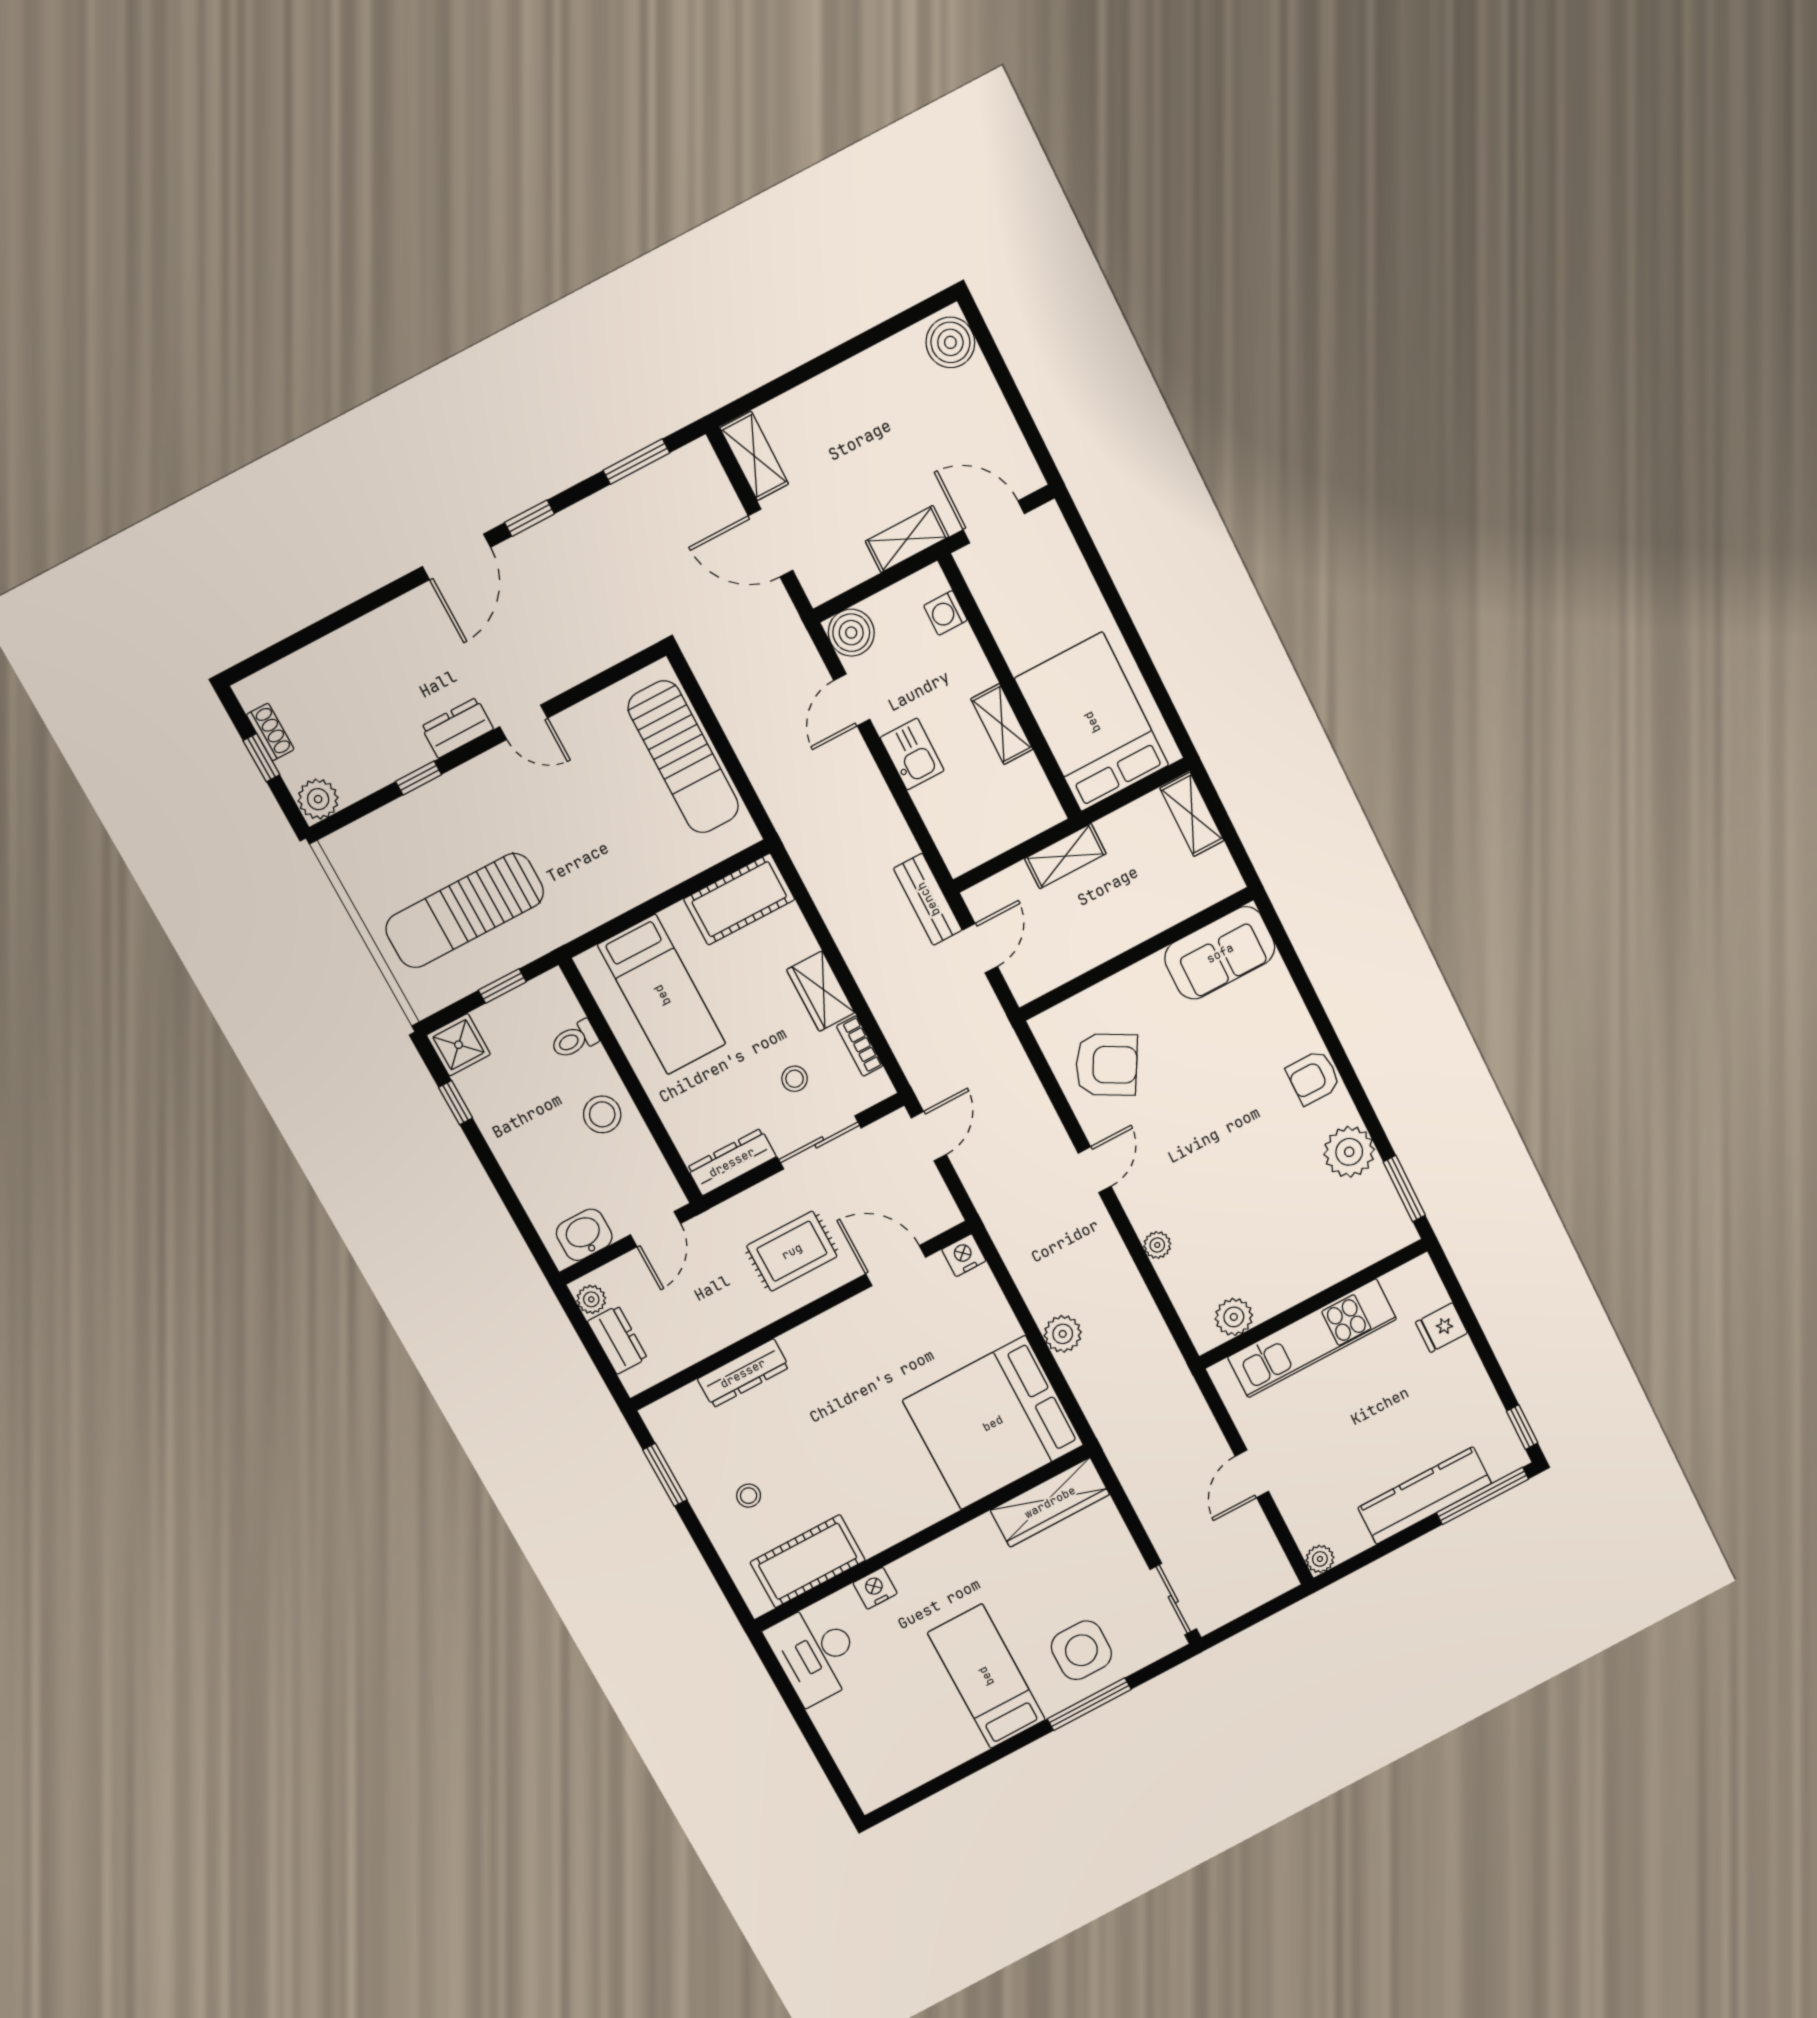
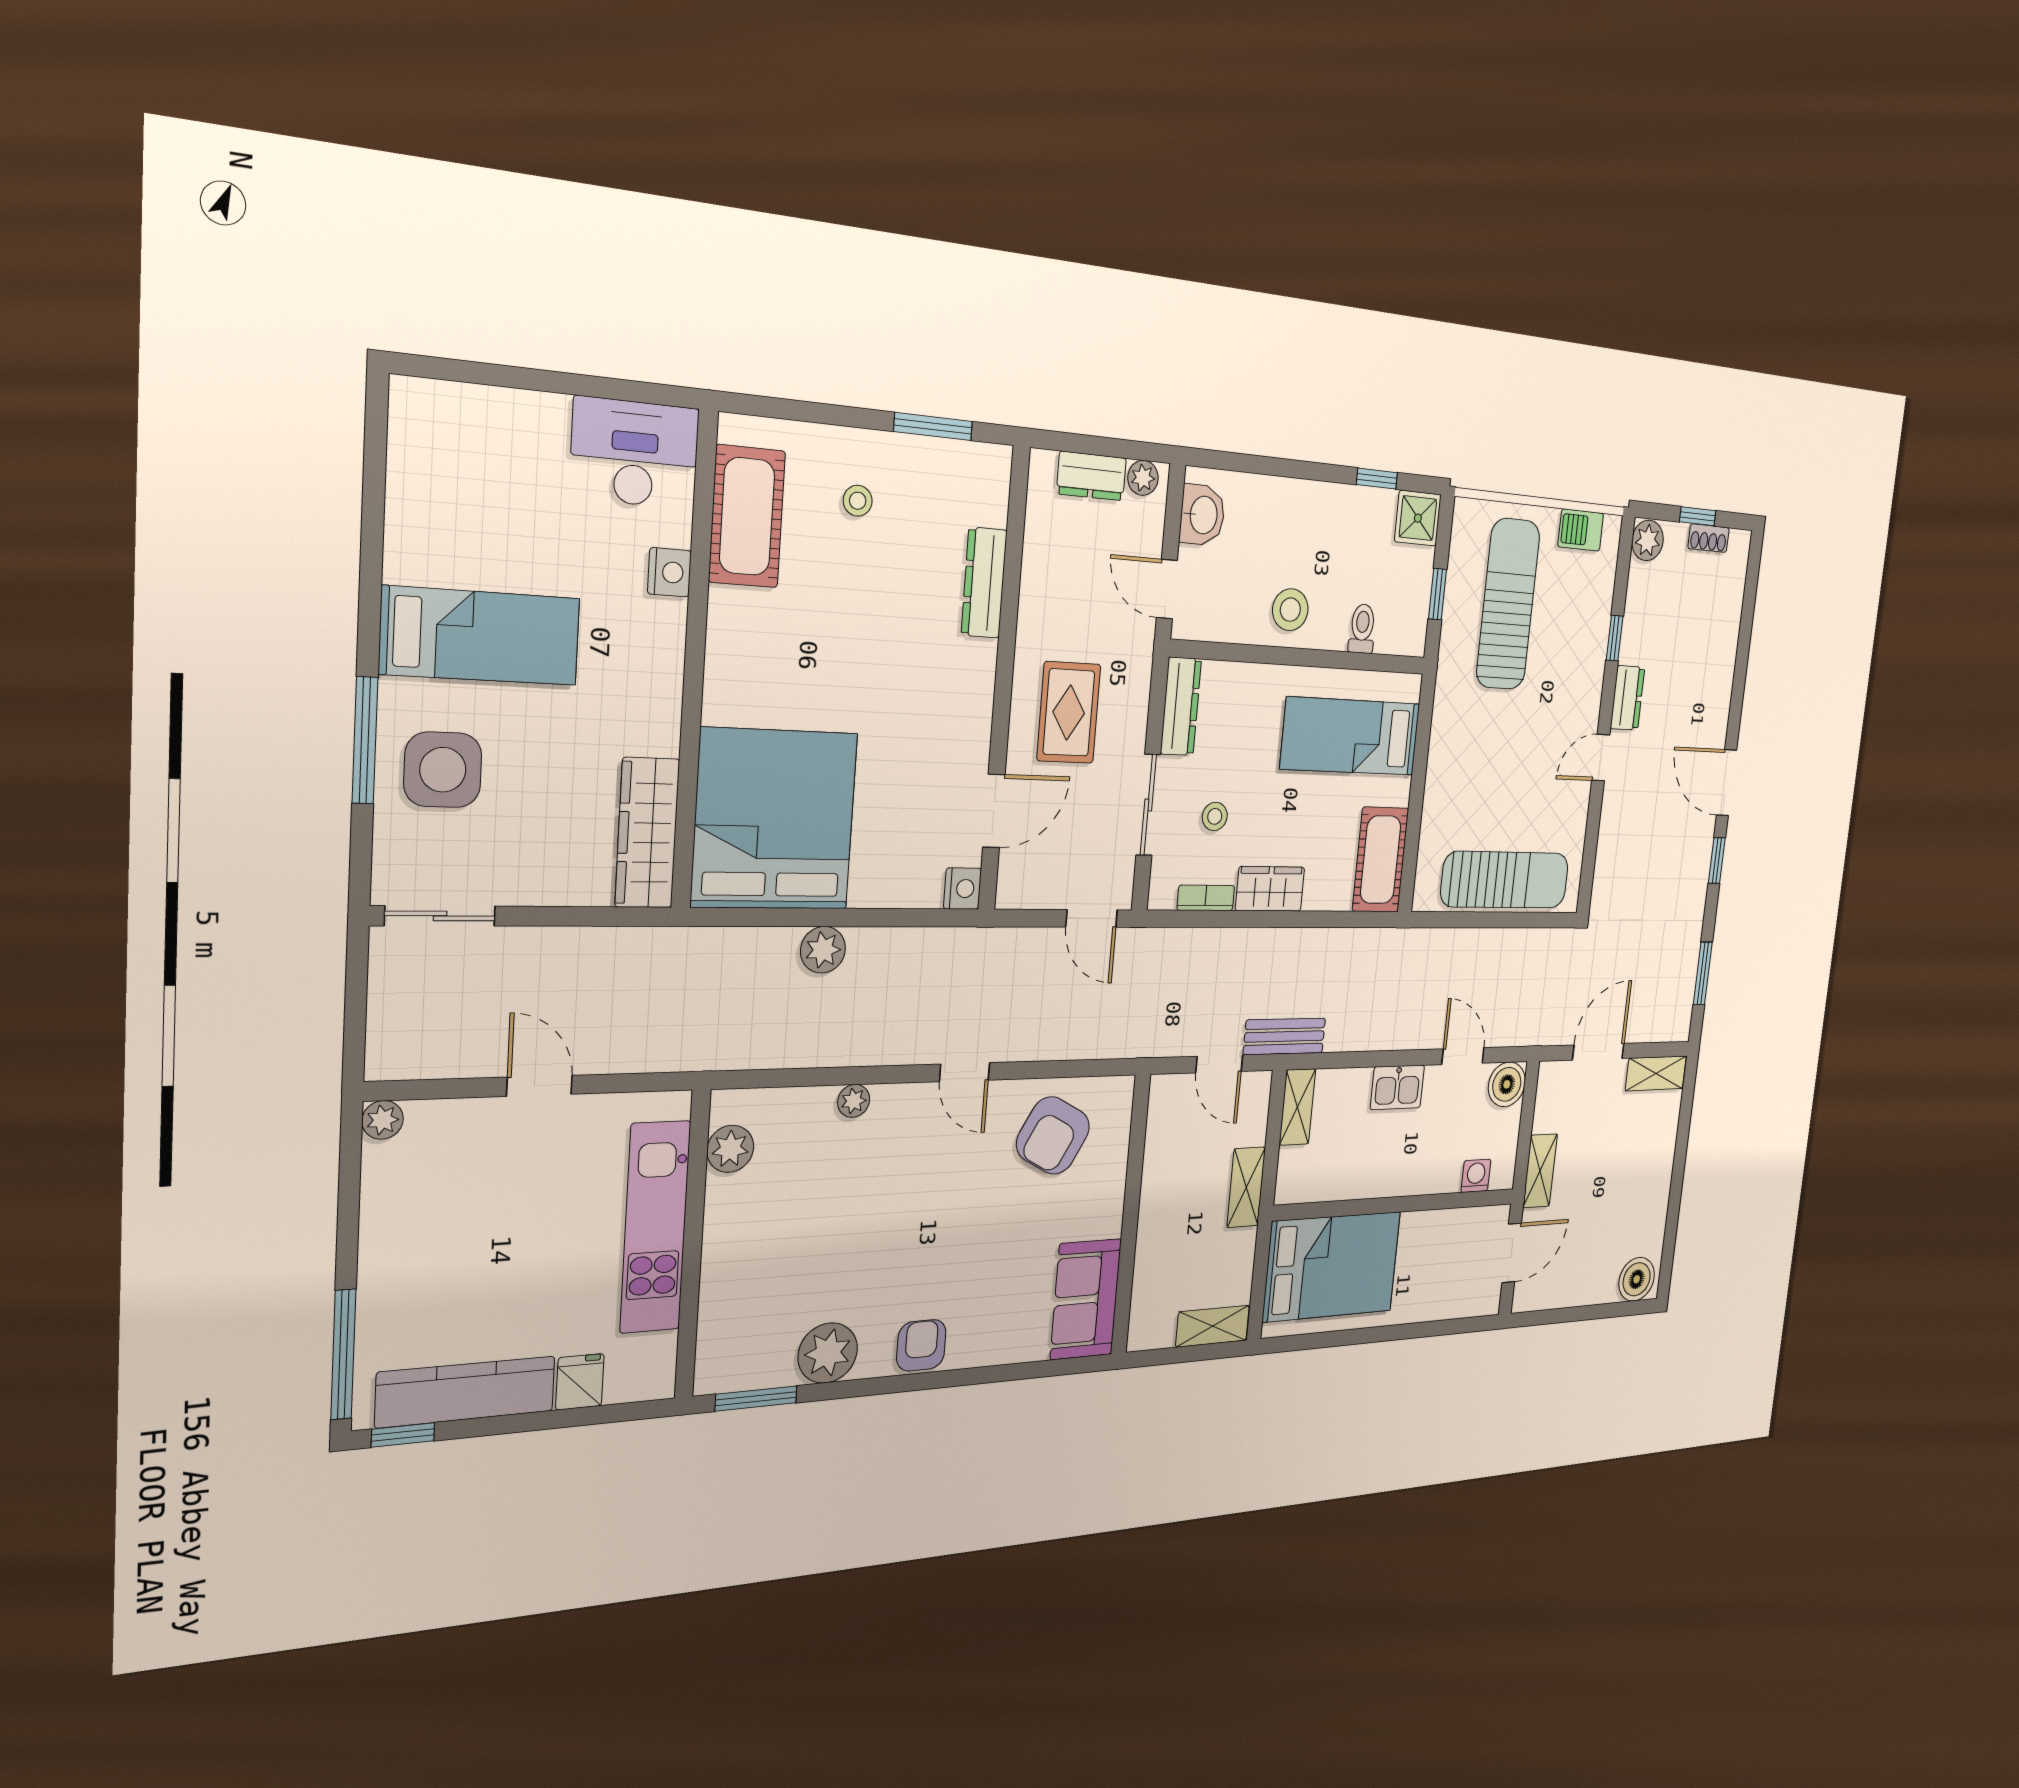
shelving: (1002, 724) -> (1297, 1107), moved, turned 90
sun lounger: (683, 757) -> (1505, 880), turned 180
barbecue: (358, 877) -> (1581, 530), added
kitchen counter: (1425, 1495) -> (466, 1392), moved, turned -90

